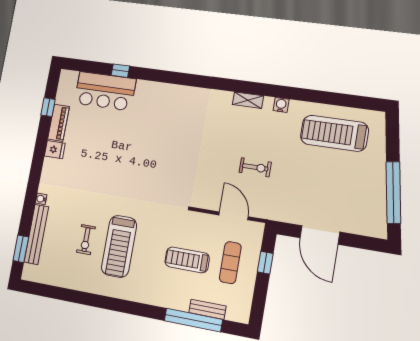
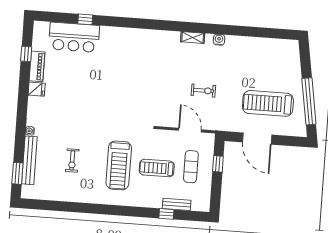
treadmill: (334, 133) -> (268, 103), moved
treadmill: (119, 246) -> (119, 165), moved
window: (193, 320) -> (166, 214), width x0.32

